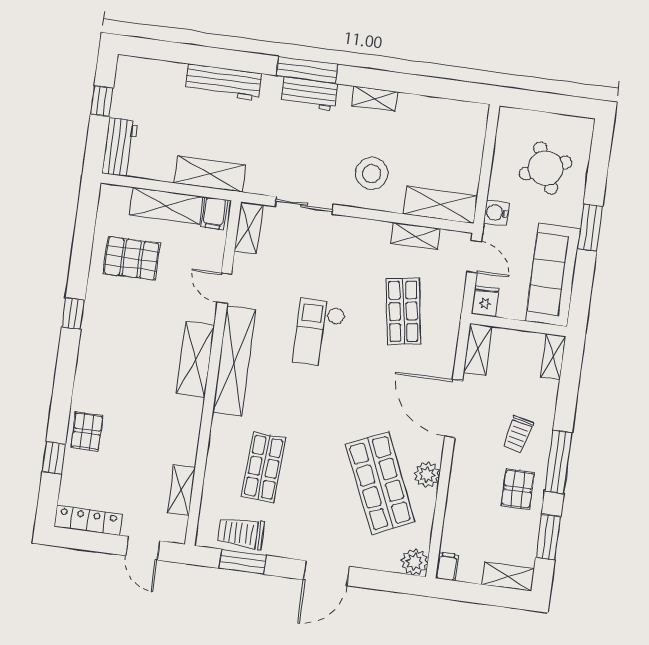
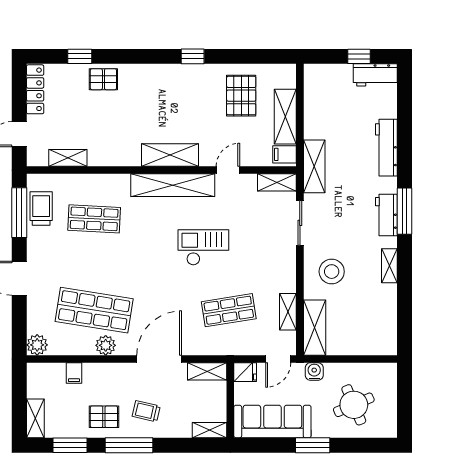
workbench: (120, 147) -> (375, 75), moved
shelving: (210, 174) -> (314, 166), moved
shop shelf: (380, 483) -> (94, 310), turned 33
window: (243, 562) -> (19, 213), width x1.44
filing cabinet: (447, 566) -> (74, 373), moved, turned 90

